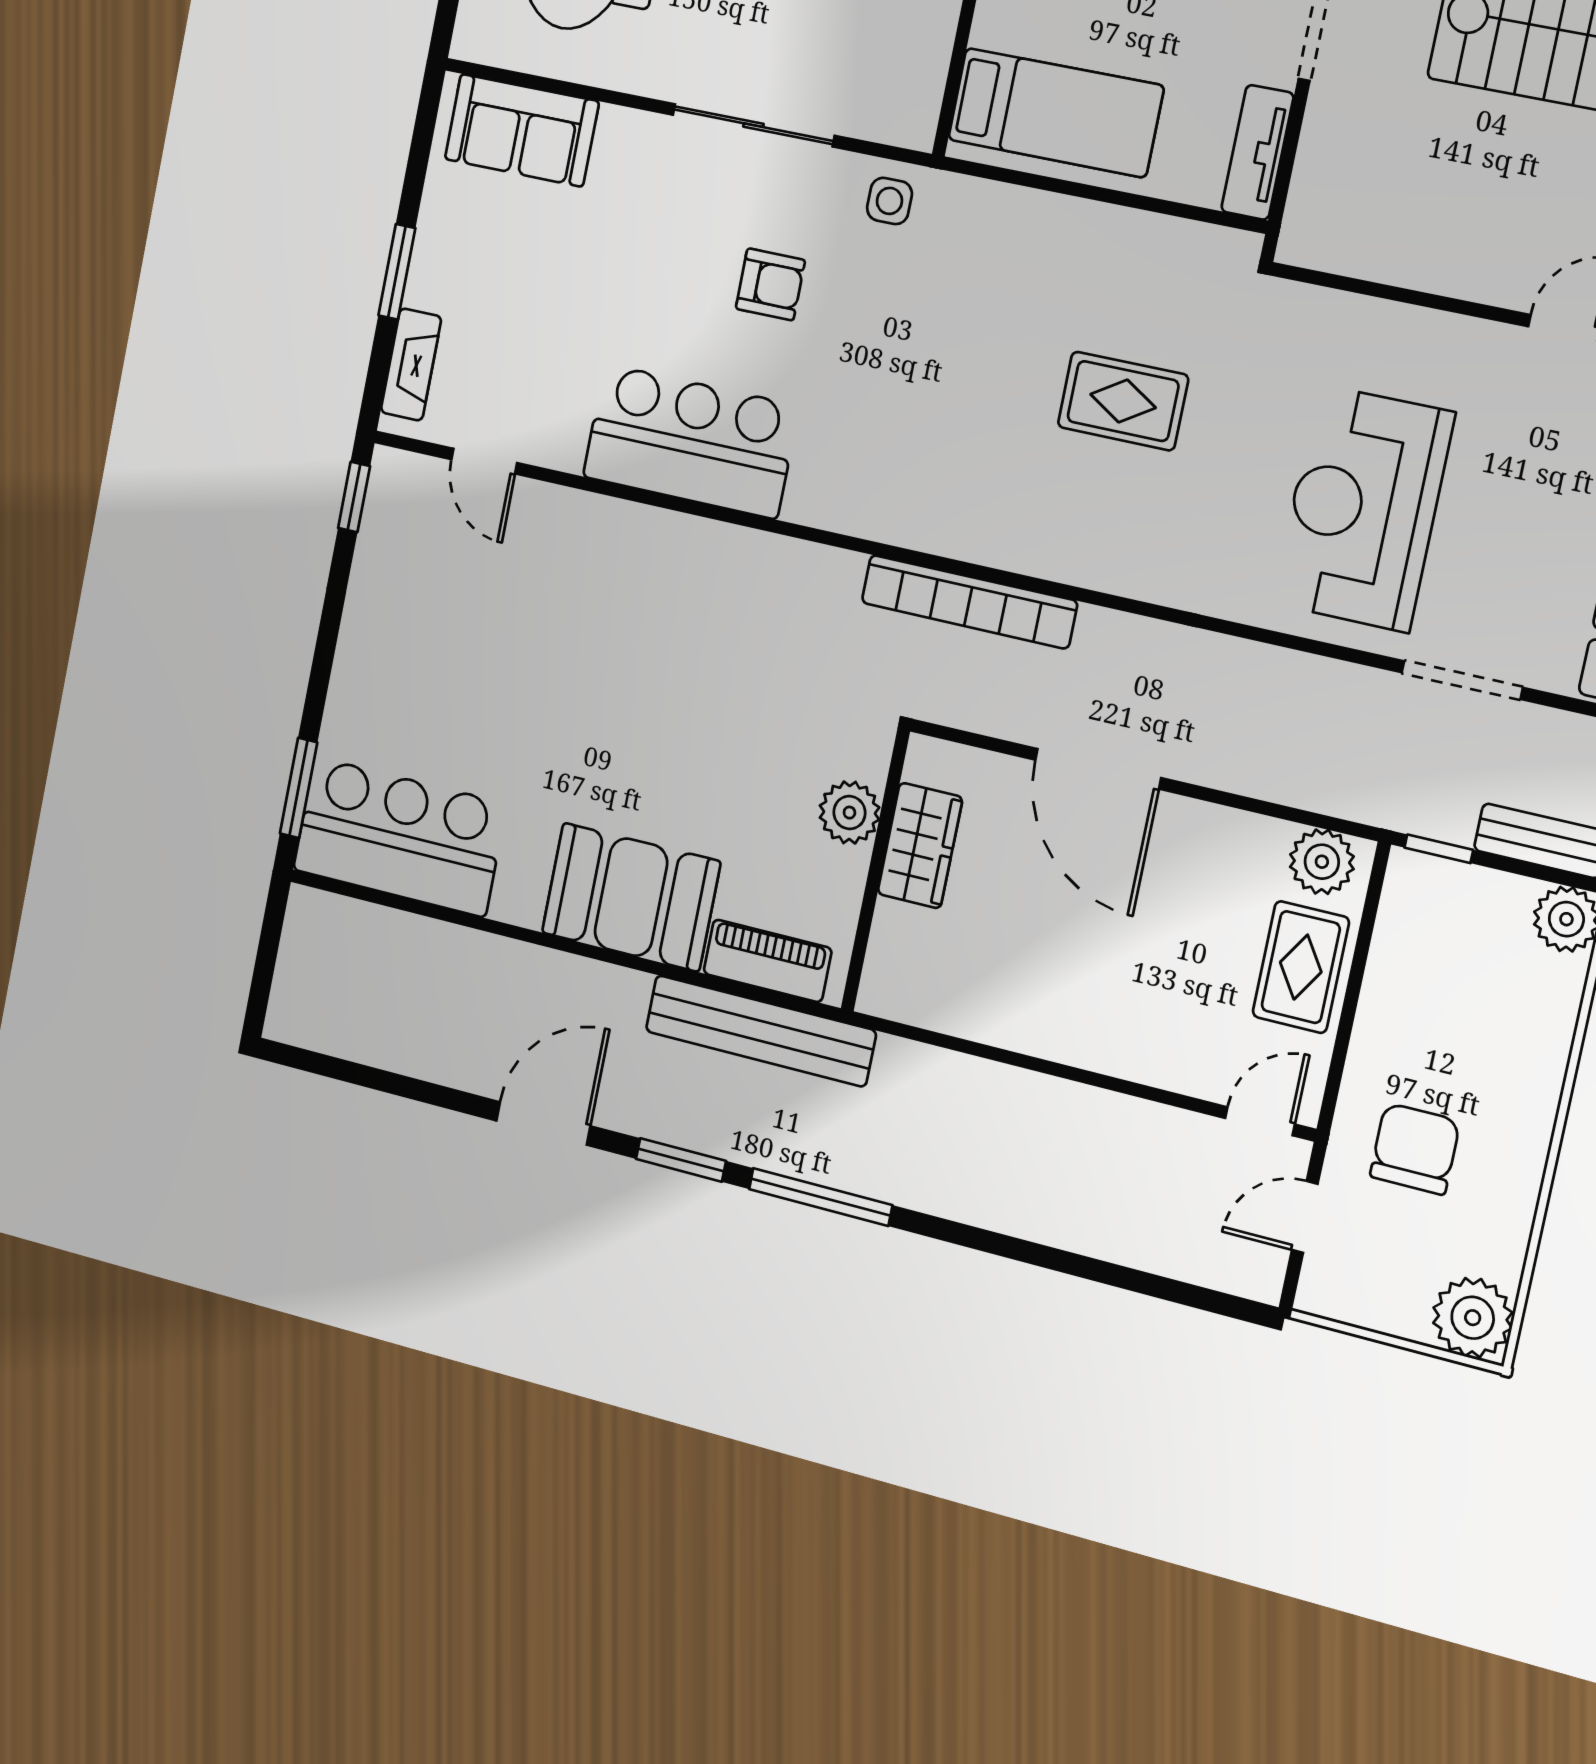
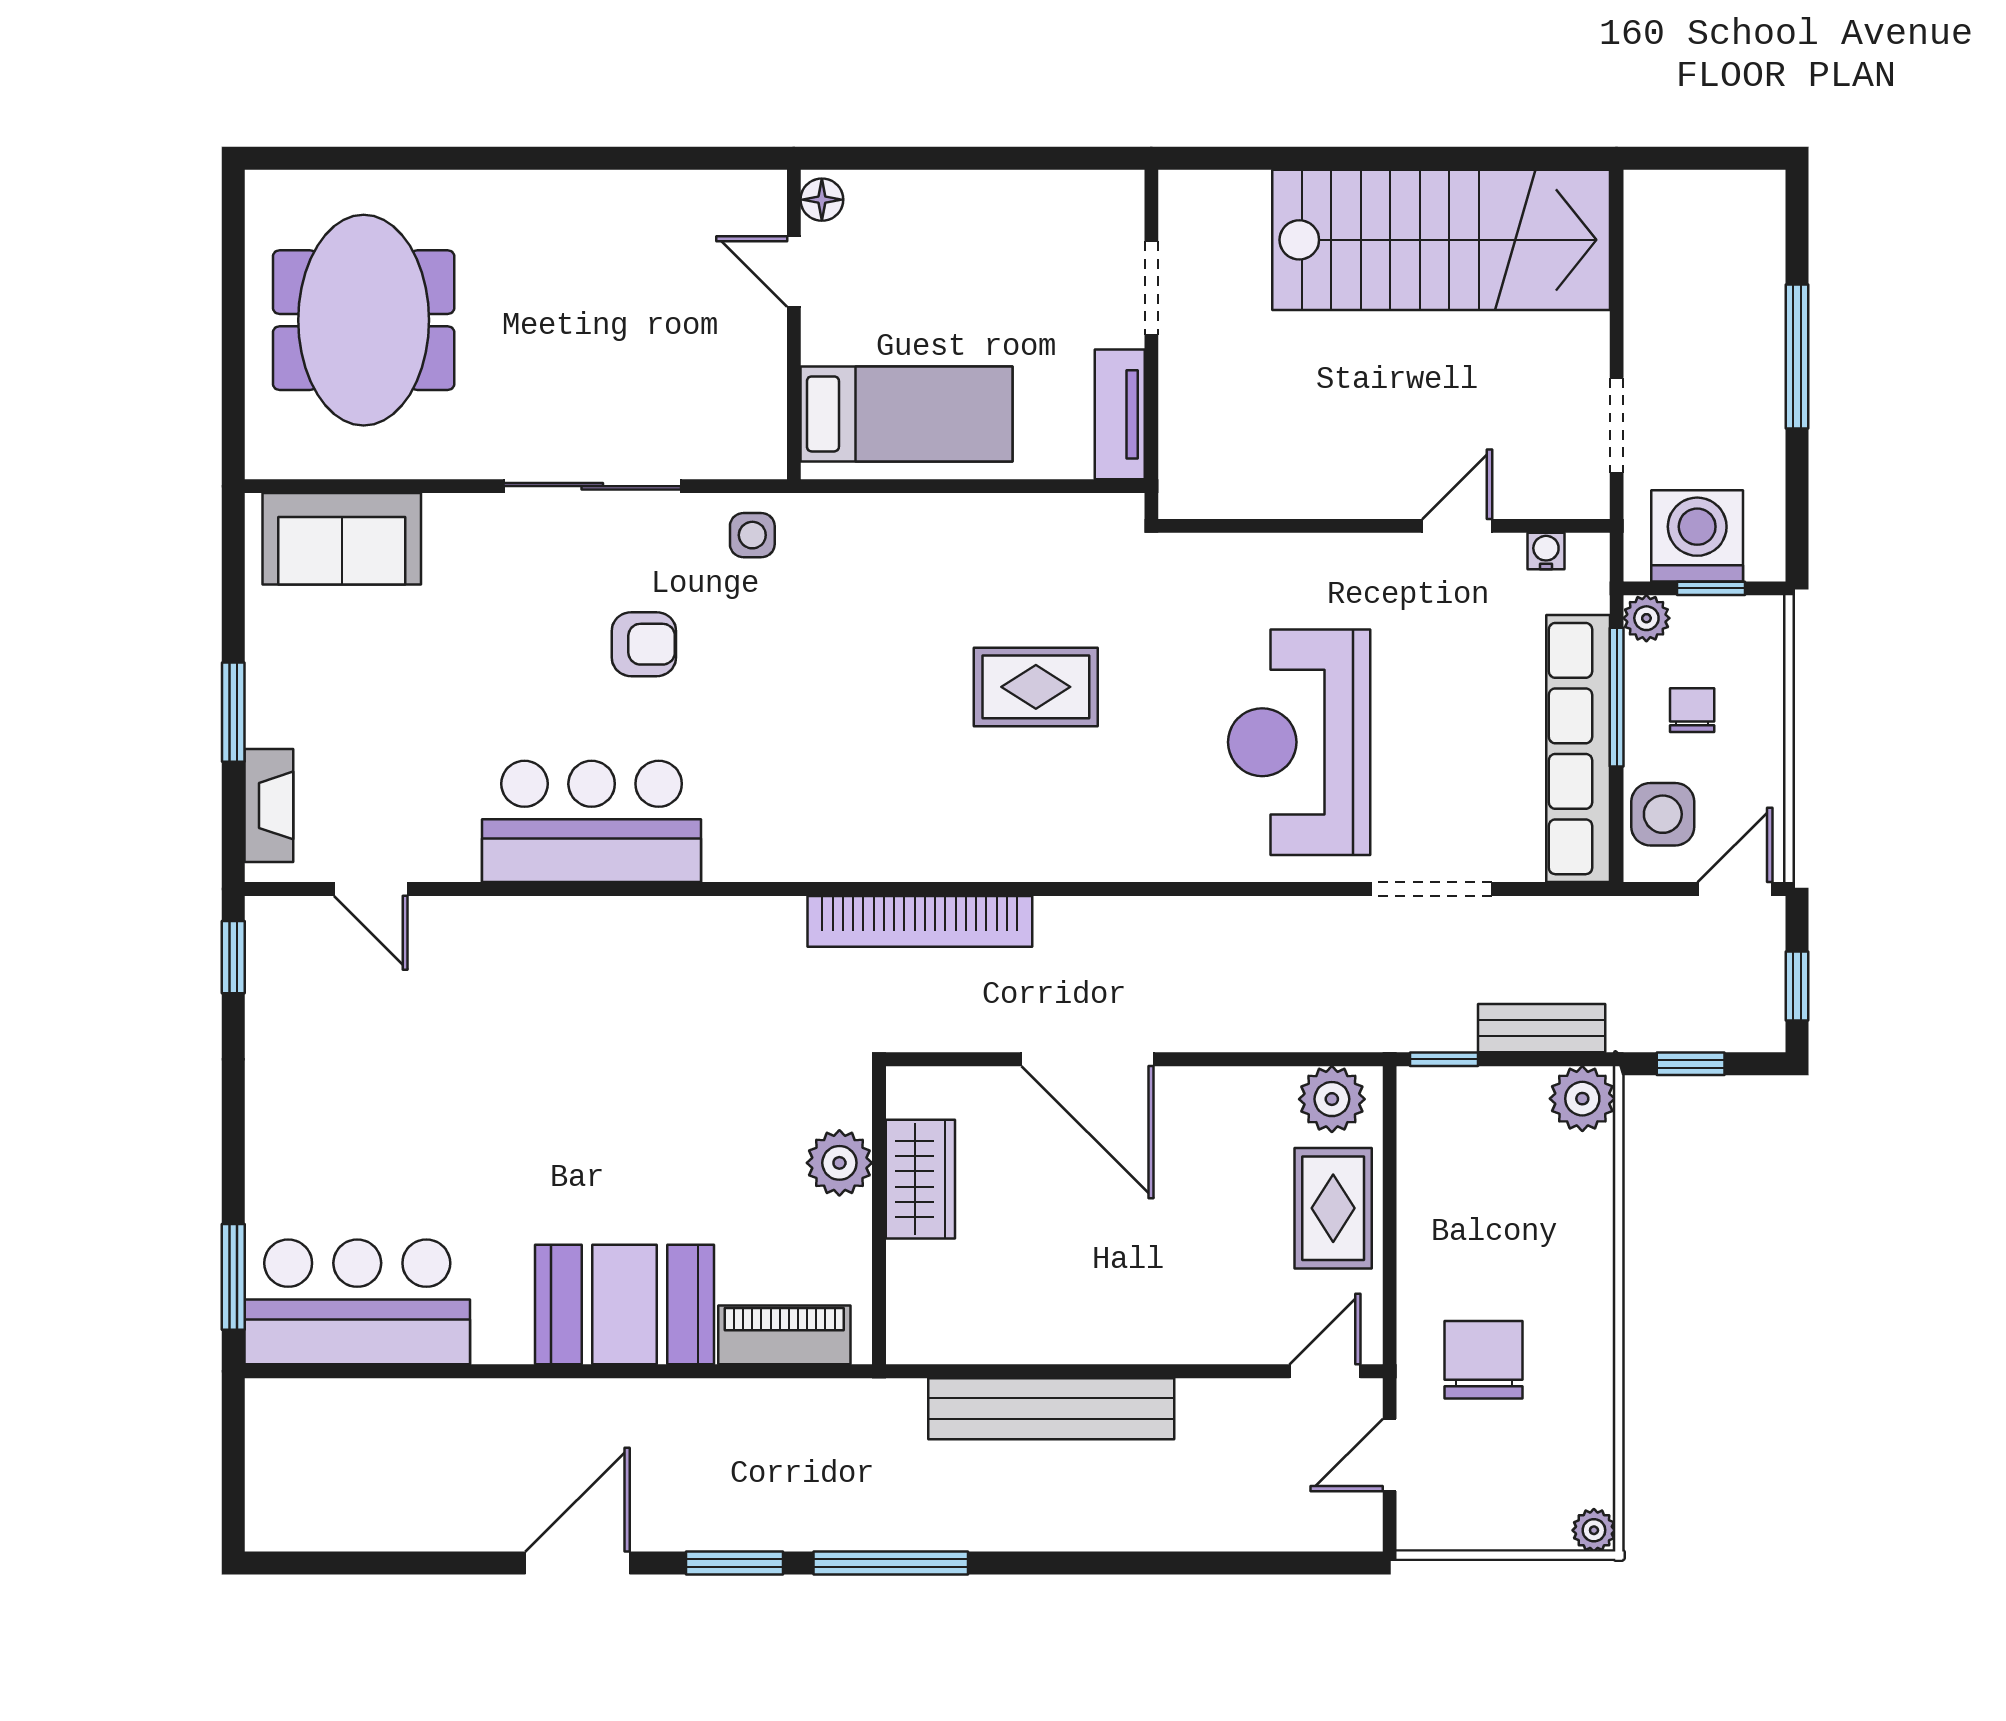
bench: (760, 1031) -> (1051, 1409), moved
plant: (1473, 1318) -> (1594, 1530), width x0.53, depth x0.53

